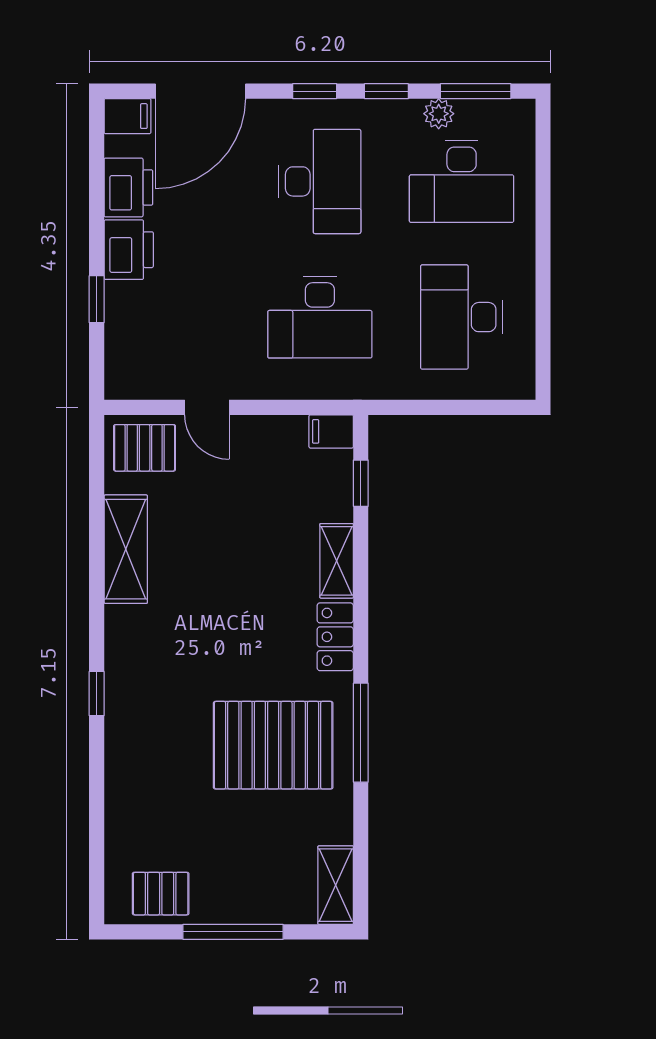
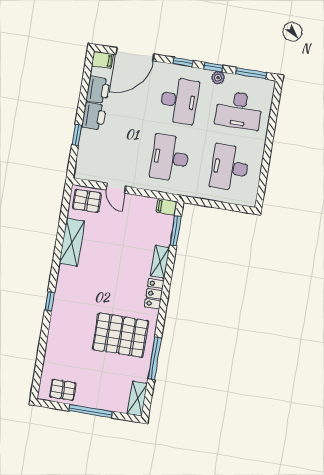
plant: (439, 114) -> (218, 78), moved
desk: (320, 317) -> (170, 158), turned 90
window: (361, 483) -> (176, 231), width x1.50
window: (361, 733) -> (155, 358), moved

